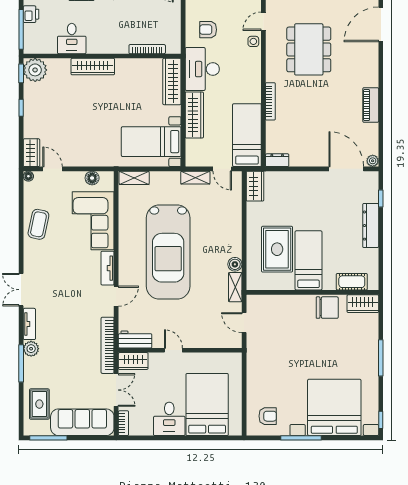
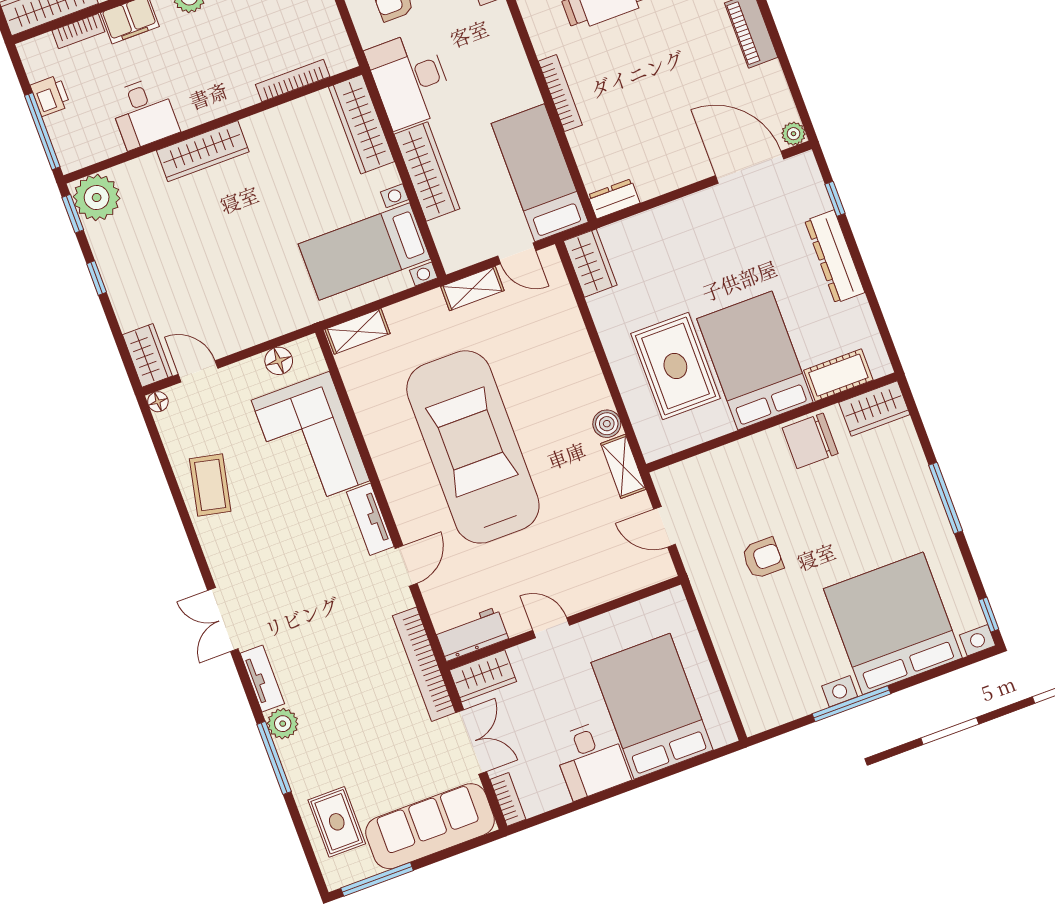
car: (168, 252) -> (473, 447), turned 180
bed: (309, 260) -> (755, 361), width x1.50
chair: (327, 308) -> (810, 441), turned 180
armchair: (268, 416) -> (763, 558), moved

